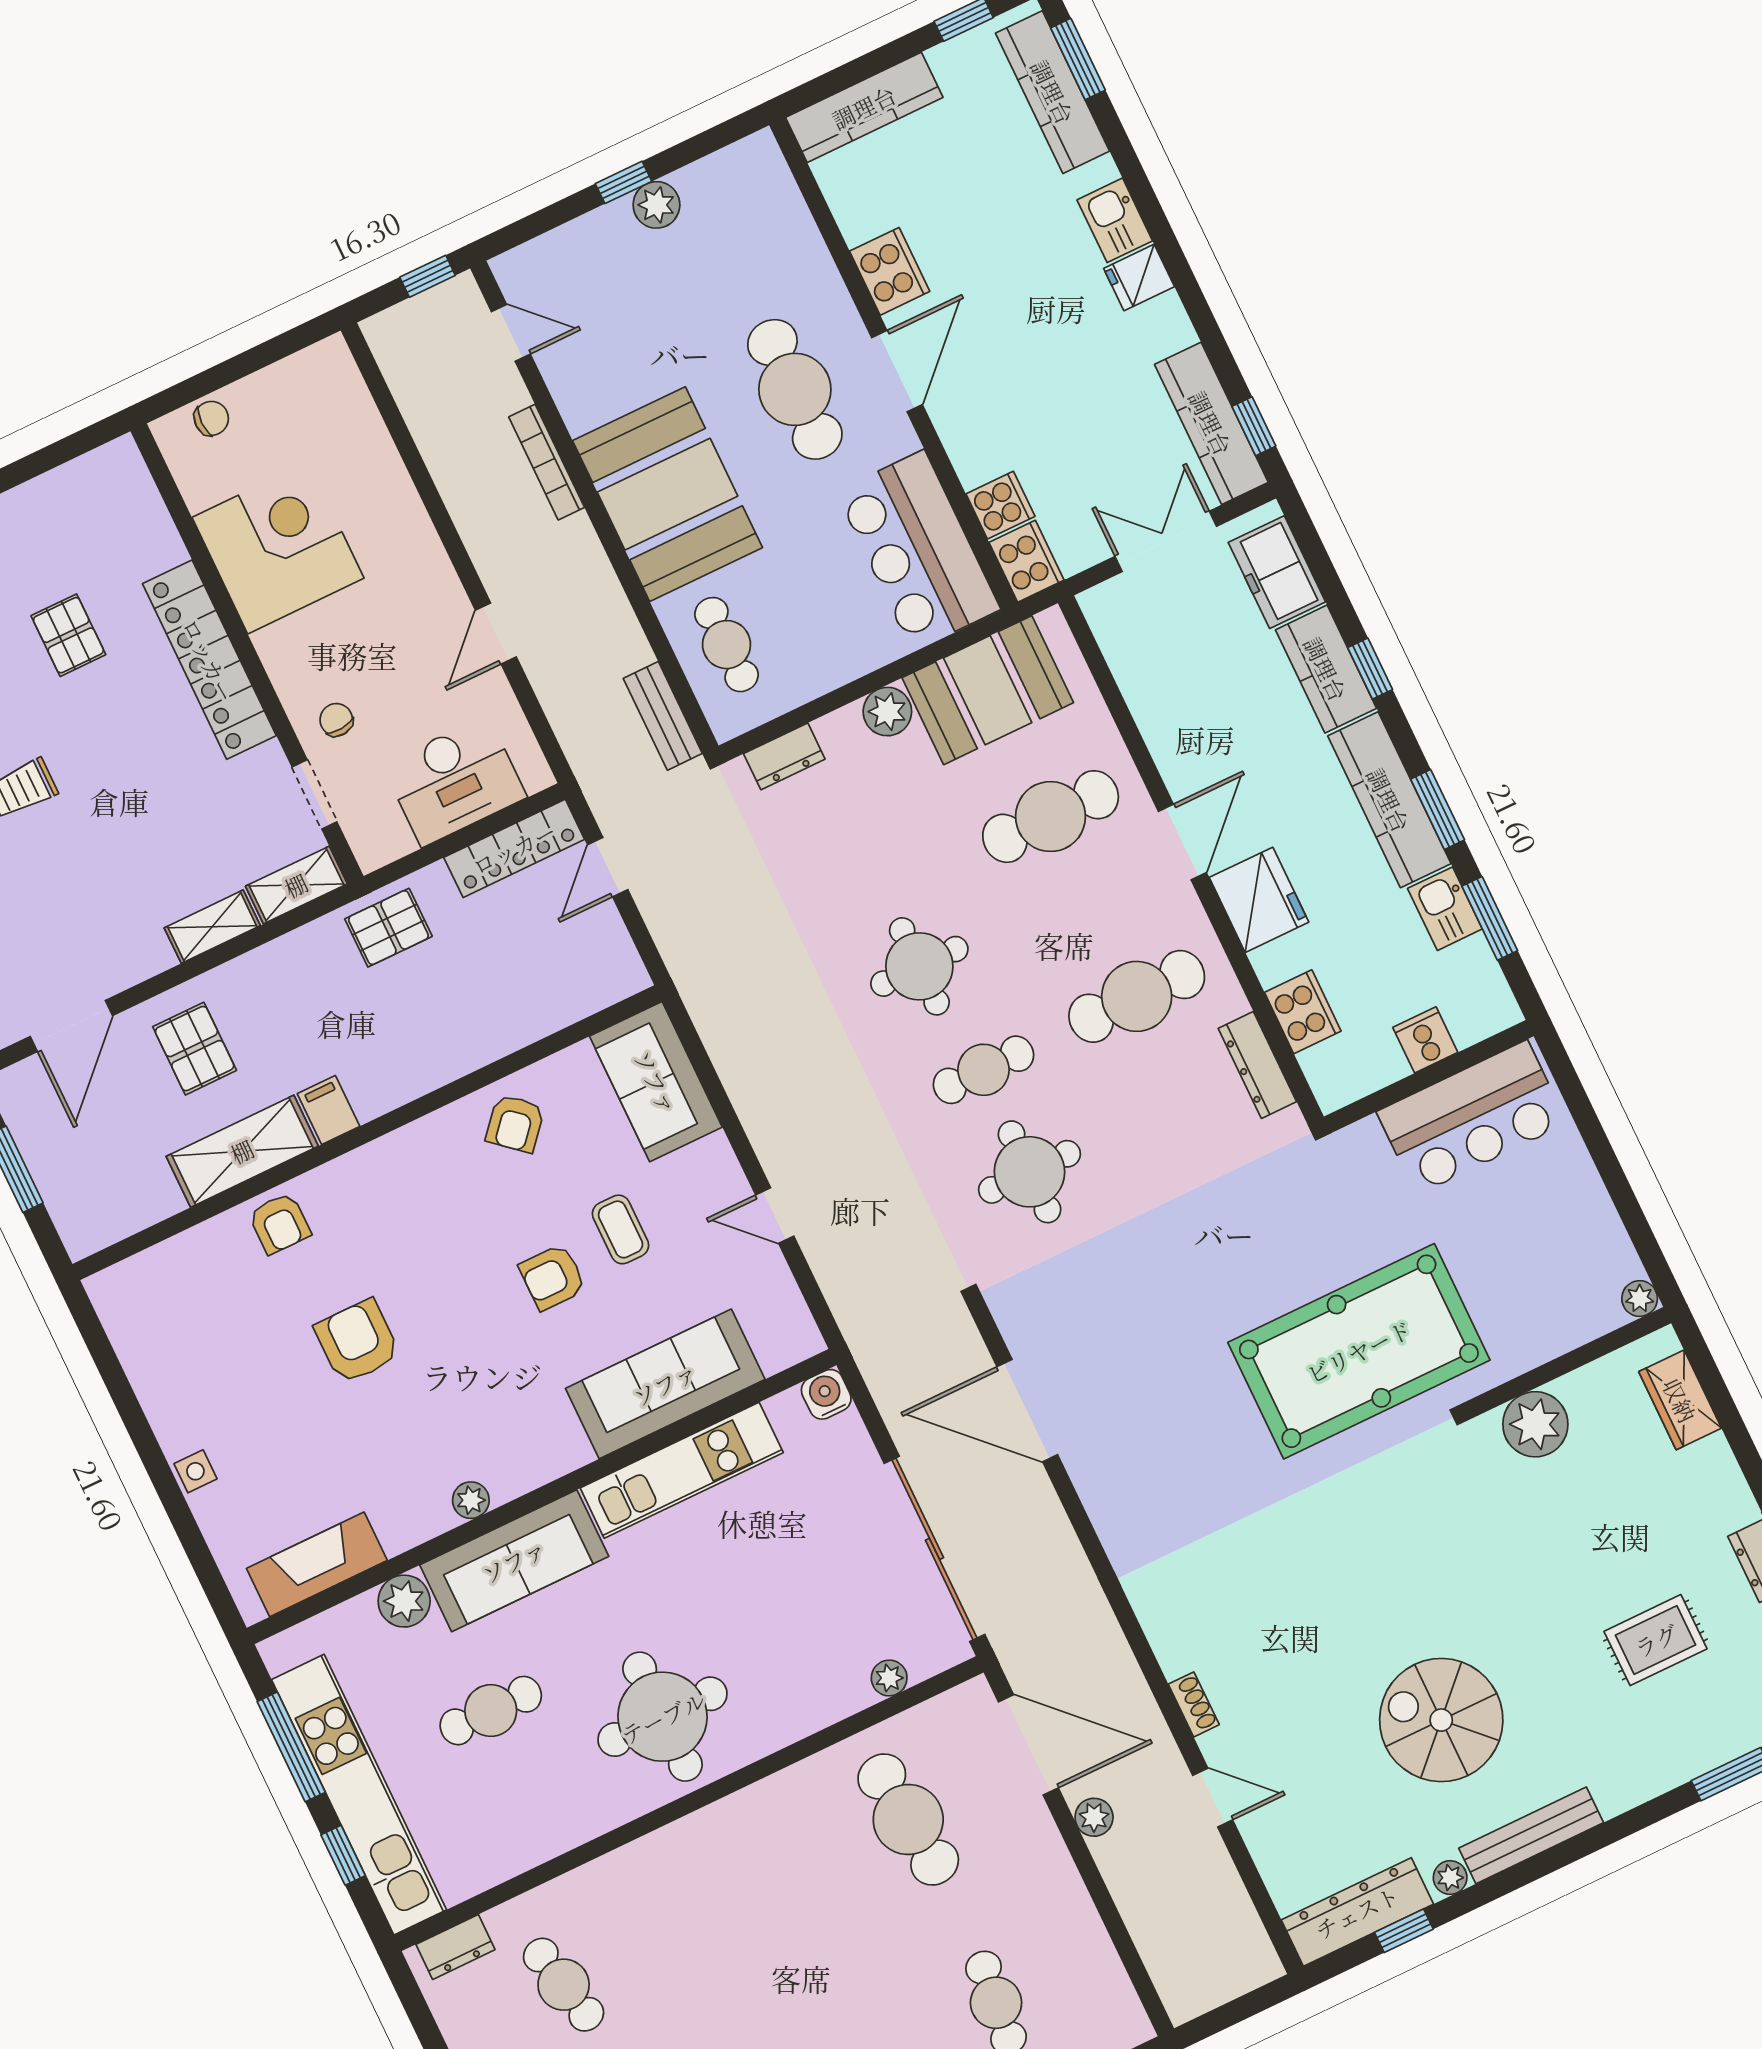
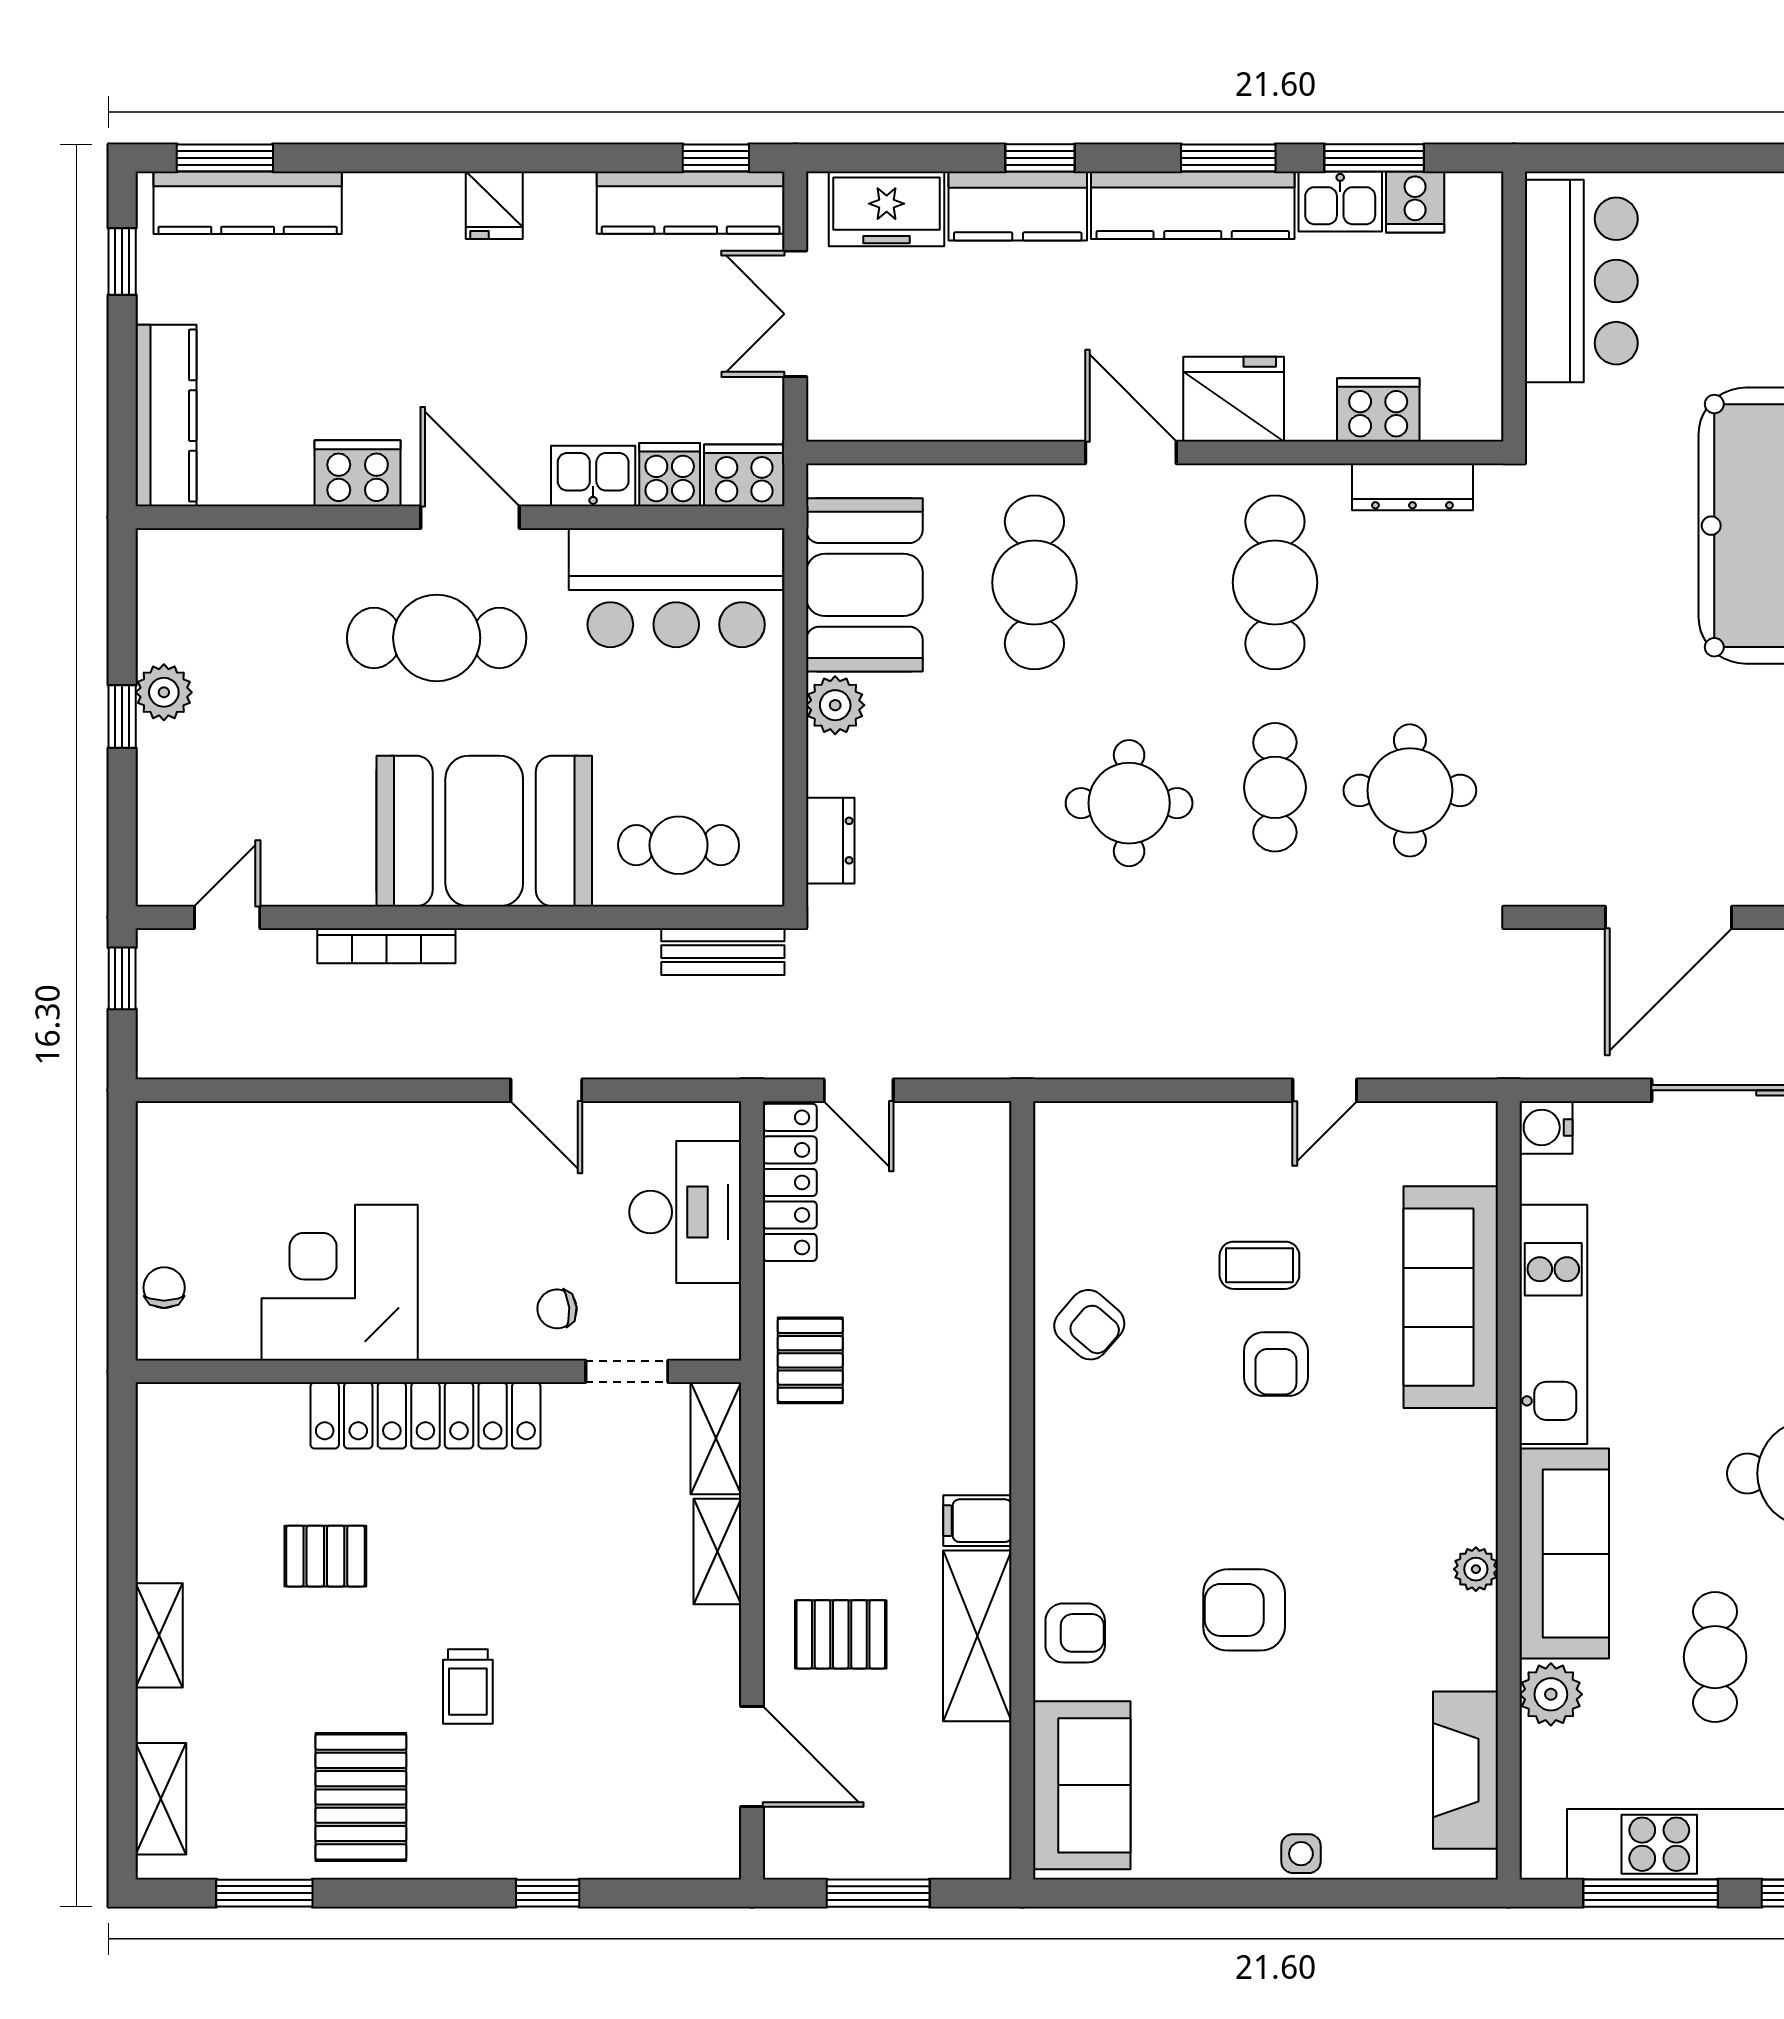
kitchen sink: (1115, 220) -> (593, 476), moved, turned 180
cooker: (1425, 1040) -> (1415, 202), moved, turned -90
sofa: (656, 1082) -> (1082, 1785), moved, turned -90

